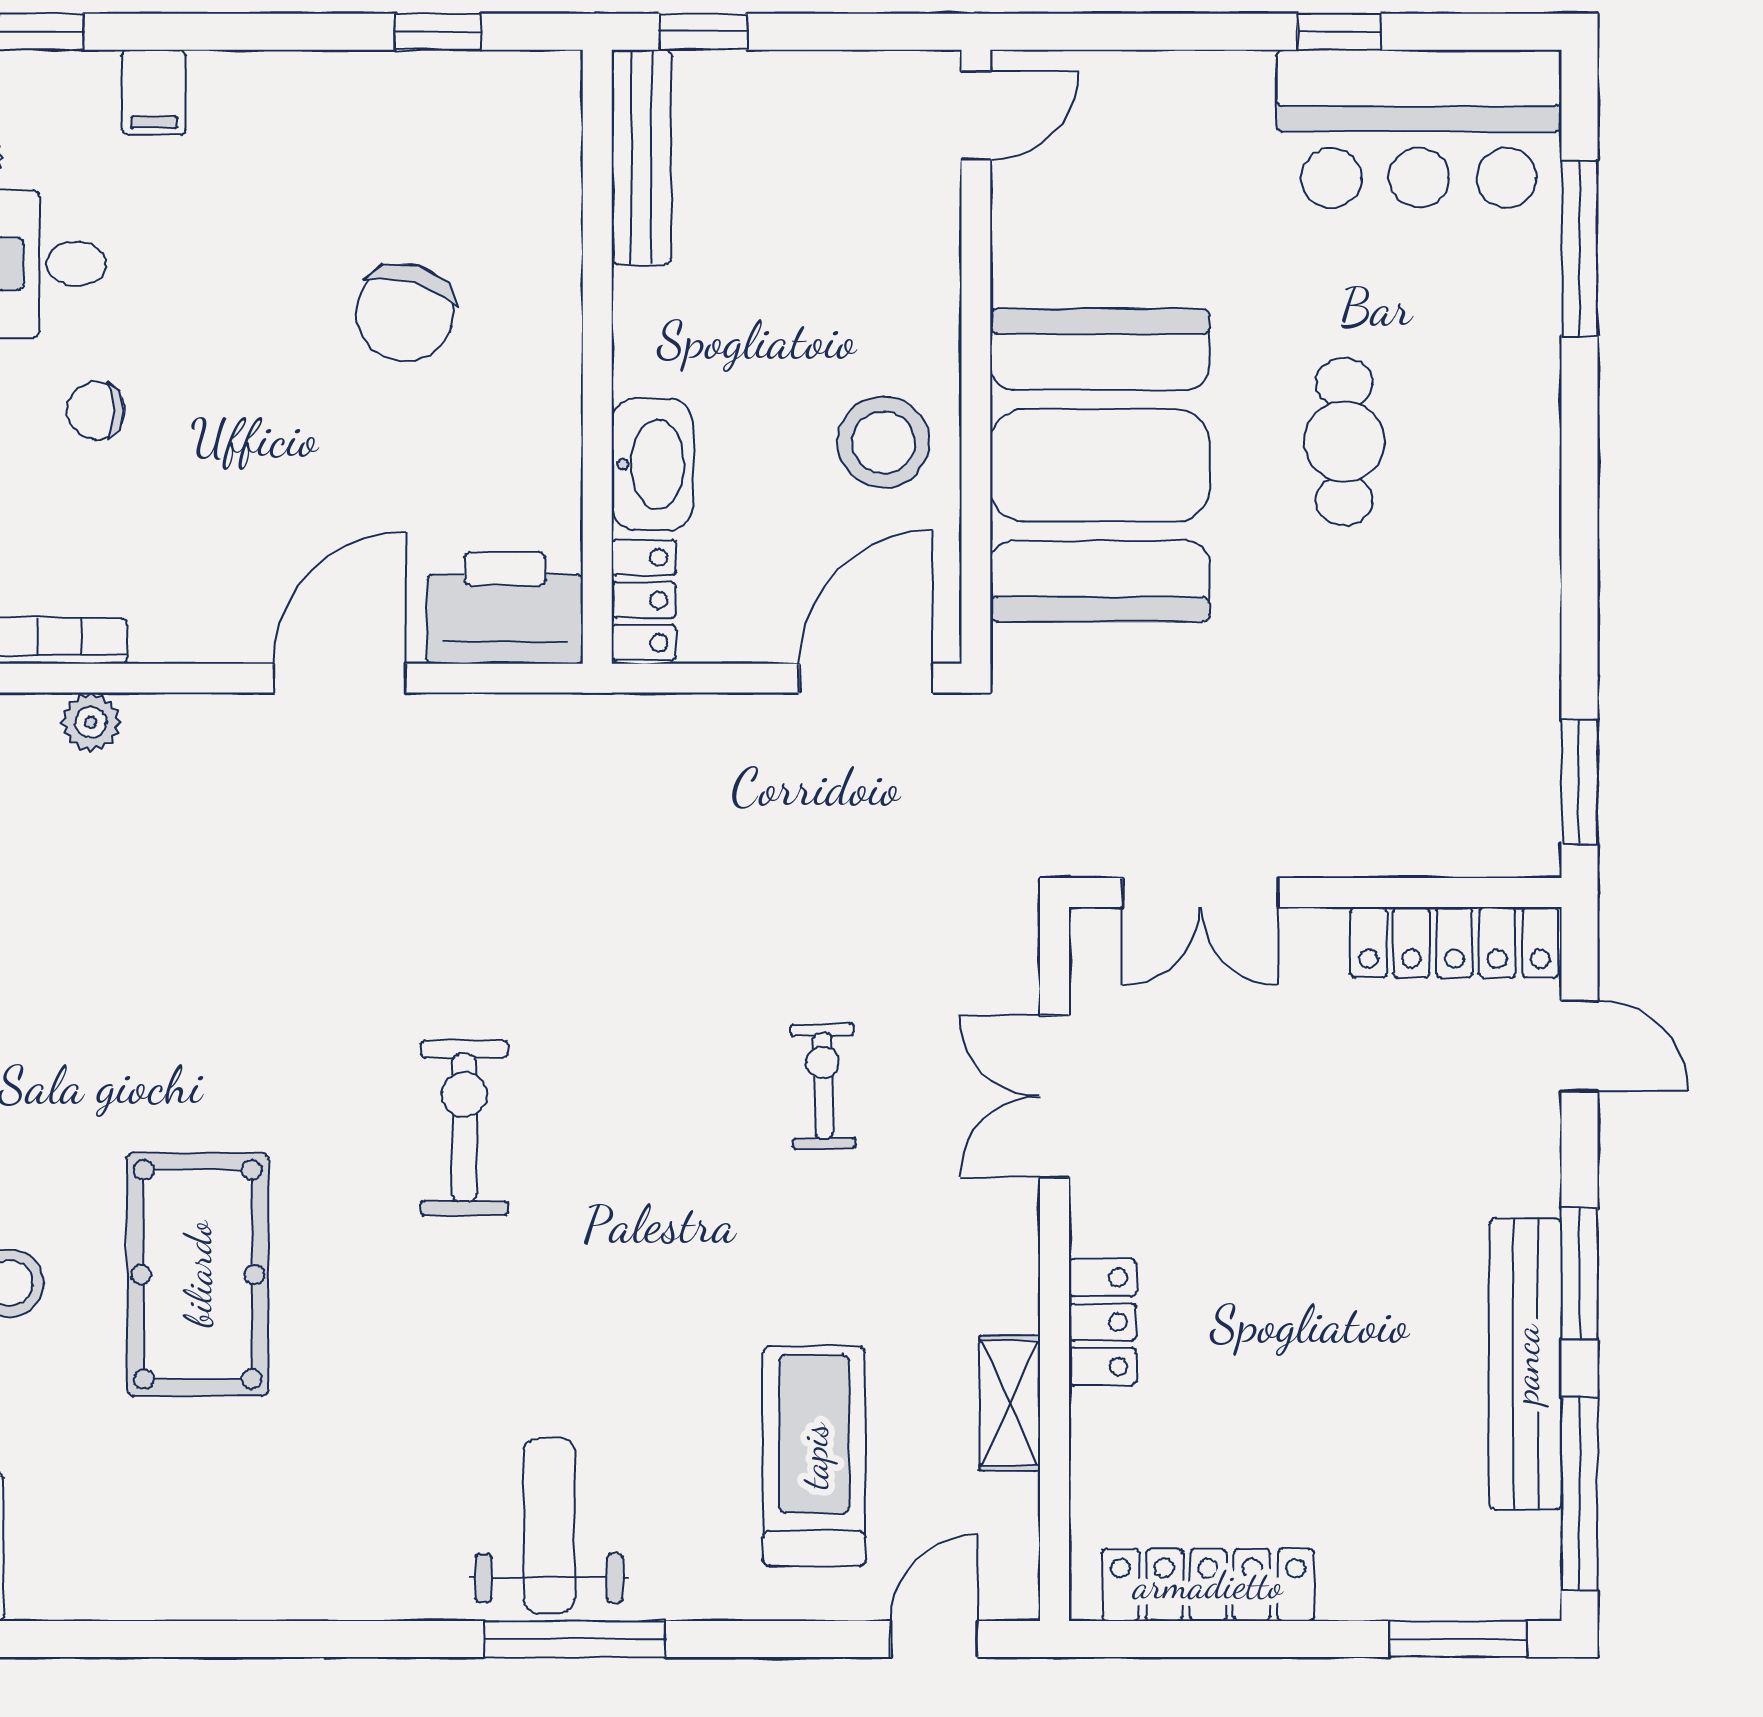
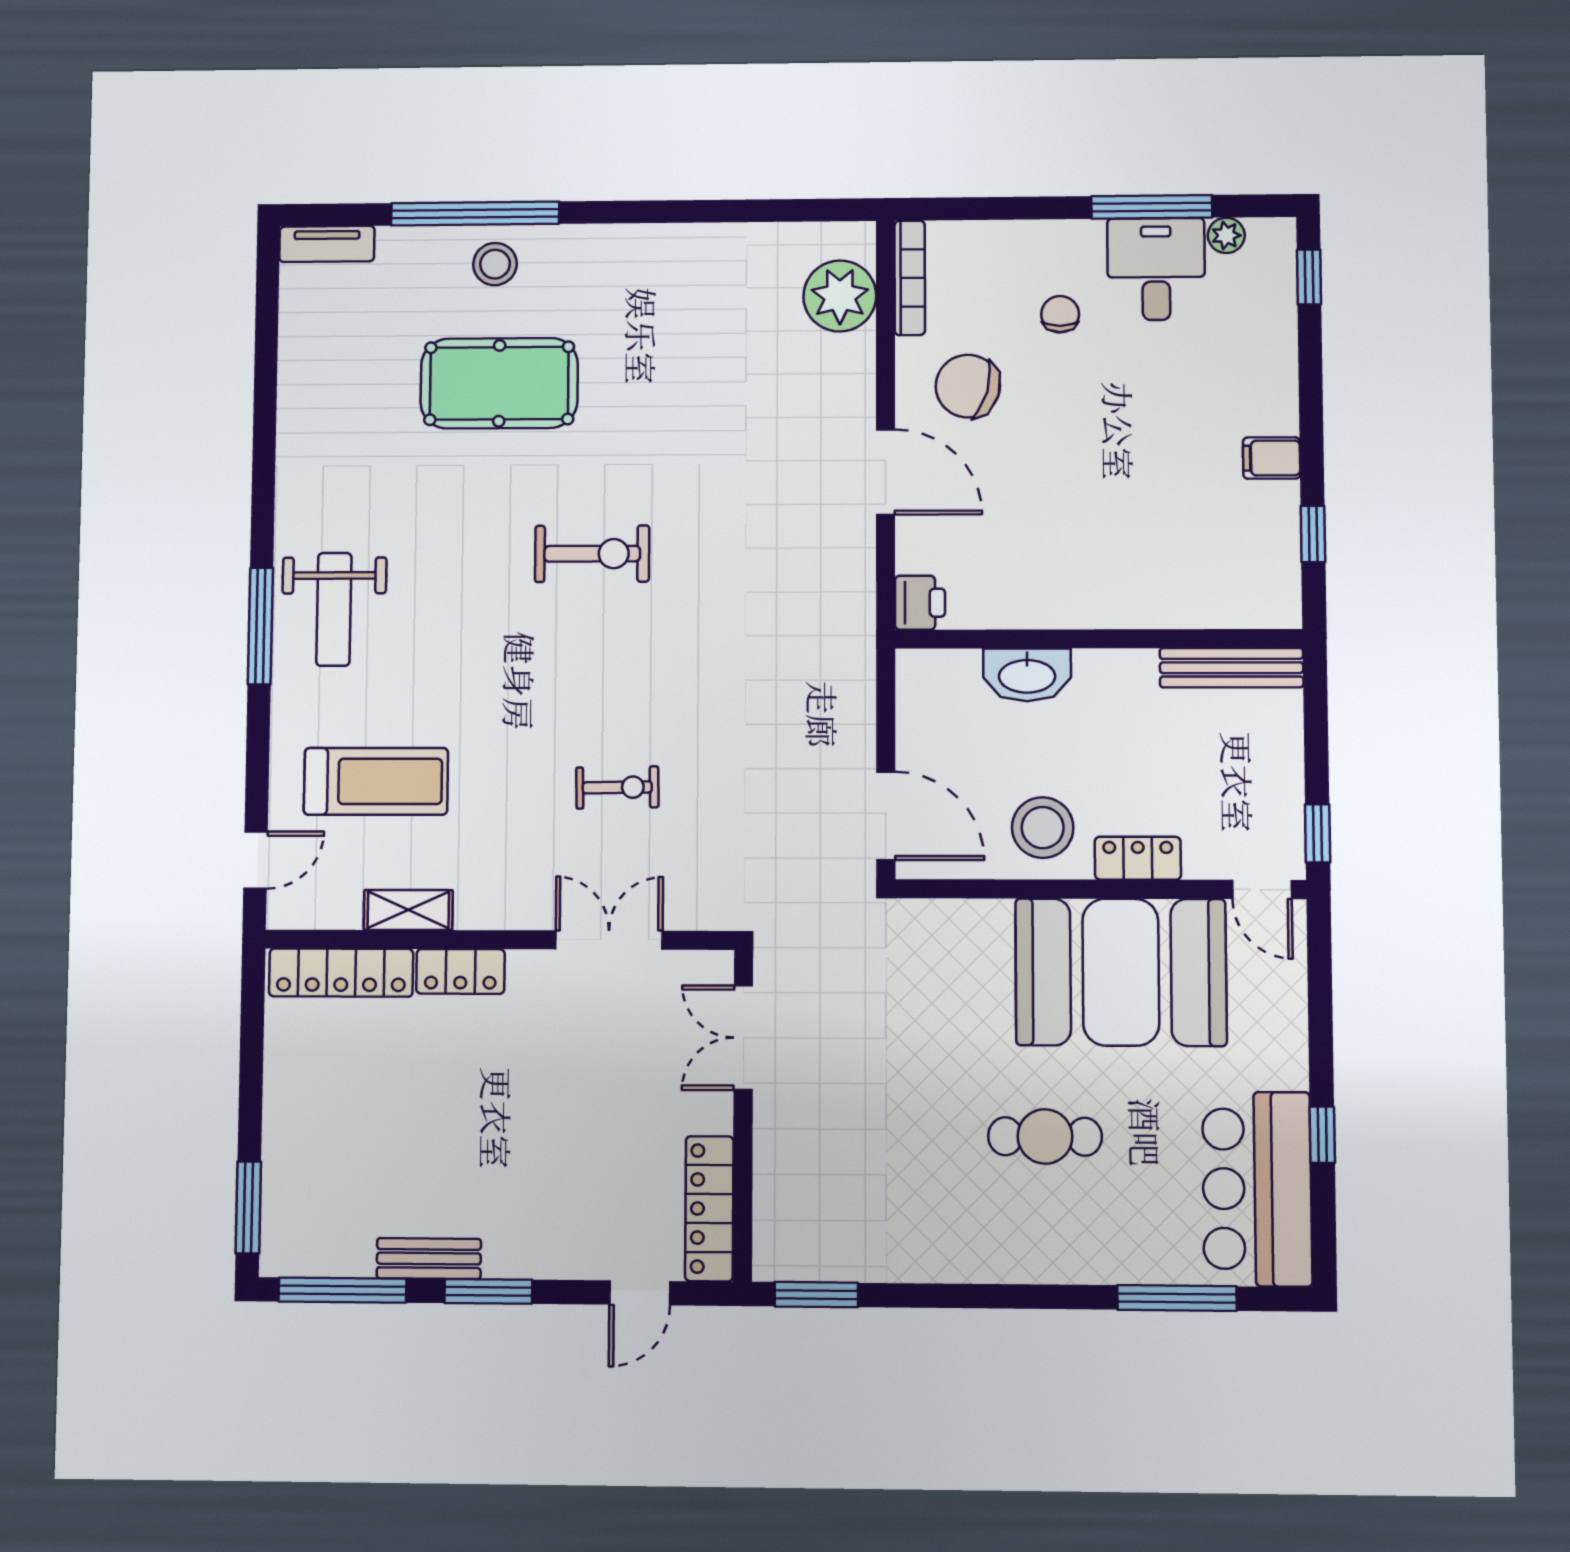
window: (703, 32) -> (1318, 833), moved
filing cabinet: (154, 92) -> (1272, 458), moved
chair: (405, 312) -> (968, 386), moved
booth: (1100, 465) -> (1121, 972), moved
locker: (644, 600) -> (1138, 858), moved, turned 180
printer: (505, 608) -> (920, 603), width x0.53, depth x0.68
plant: (91, 722) -> (840, 296), width x1.88, depth x1.88
bench: (1525, 1364) -> (429, 1259), width x0.54, depth x0.82
weight bench: (549, 1526) -> (334, 609), turned 90
locker: (1208, 1585) -> (341, 973), moved, turned 90
door: (934, 1639) -> (256, 860), hinge flipped

